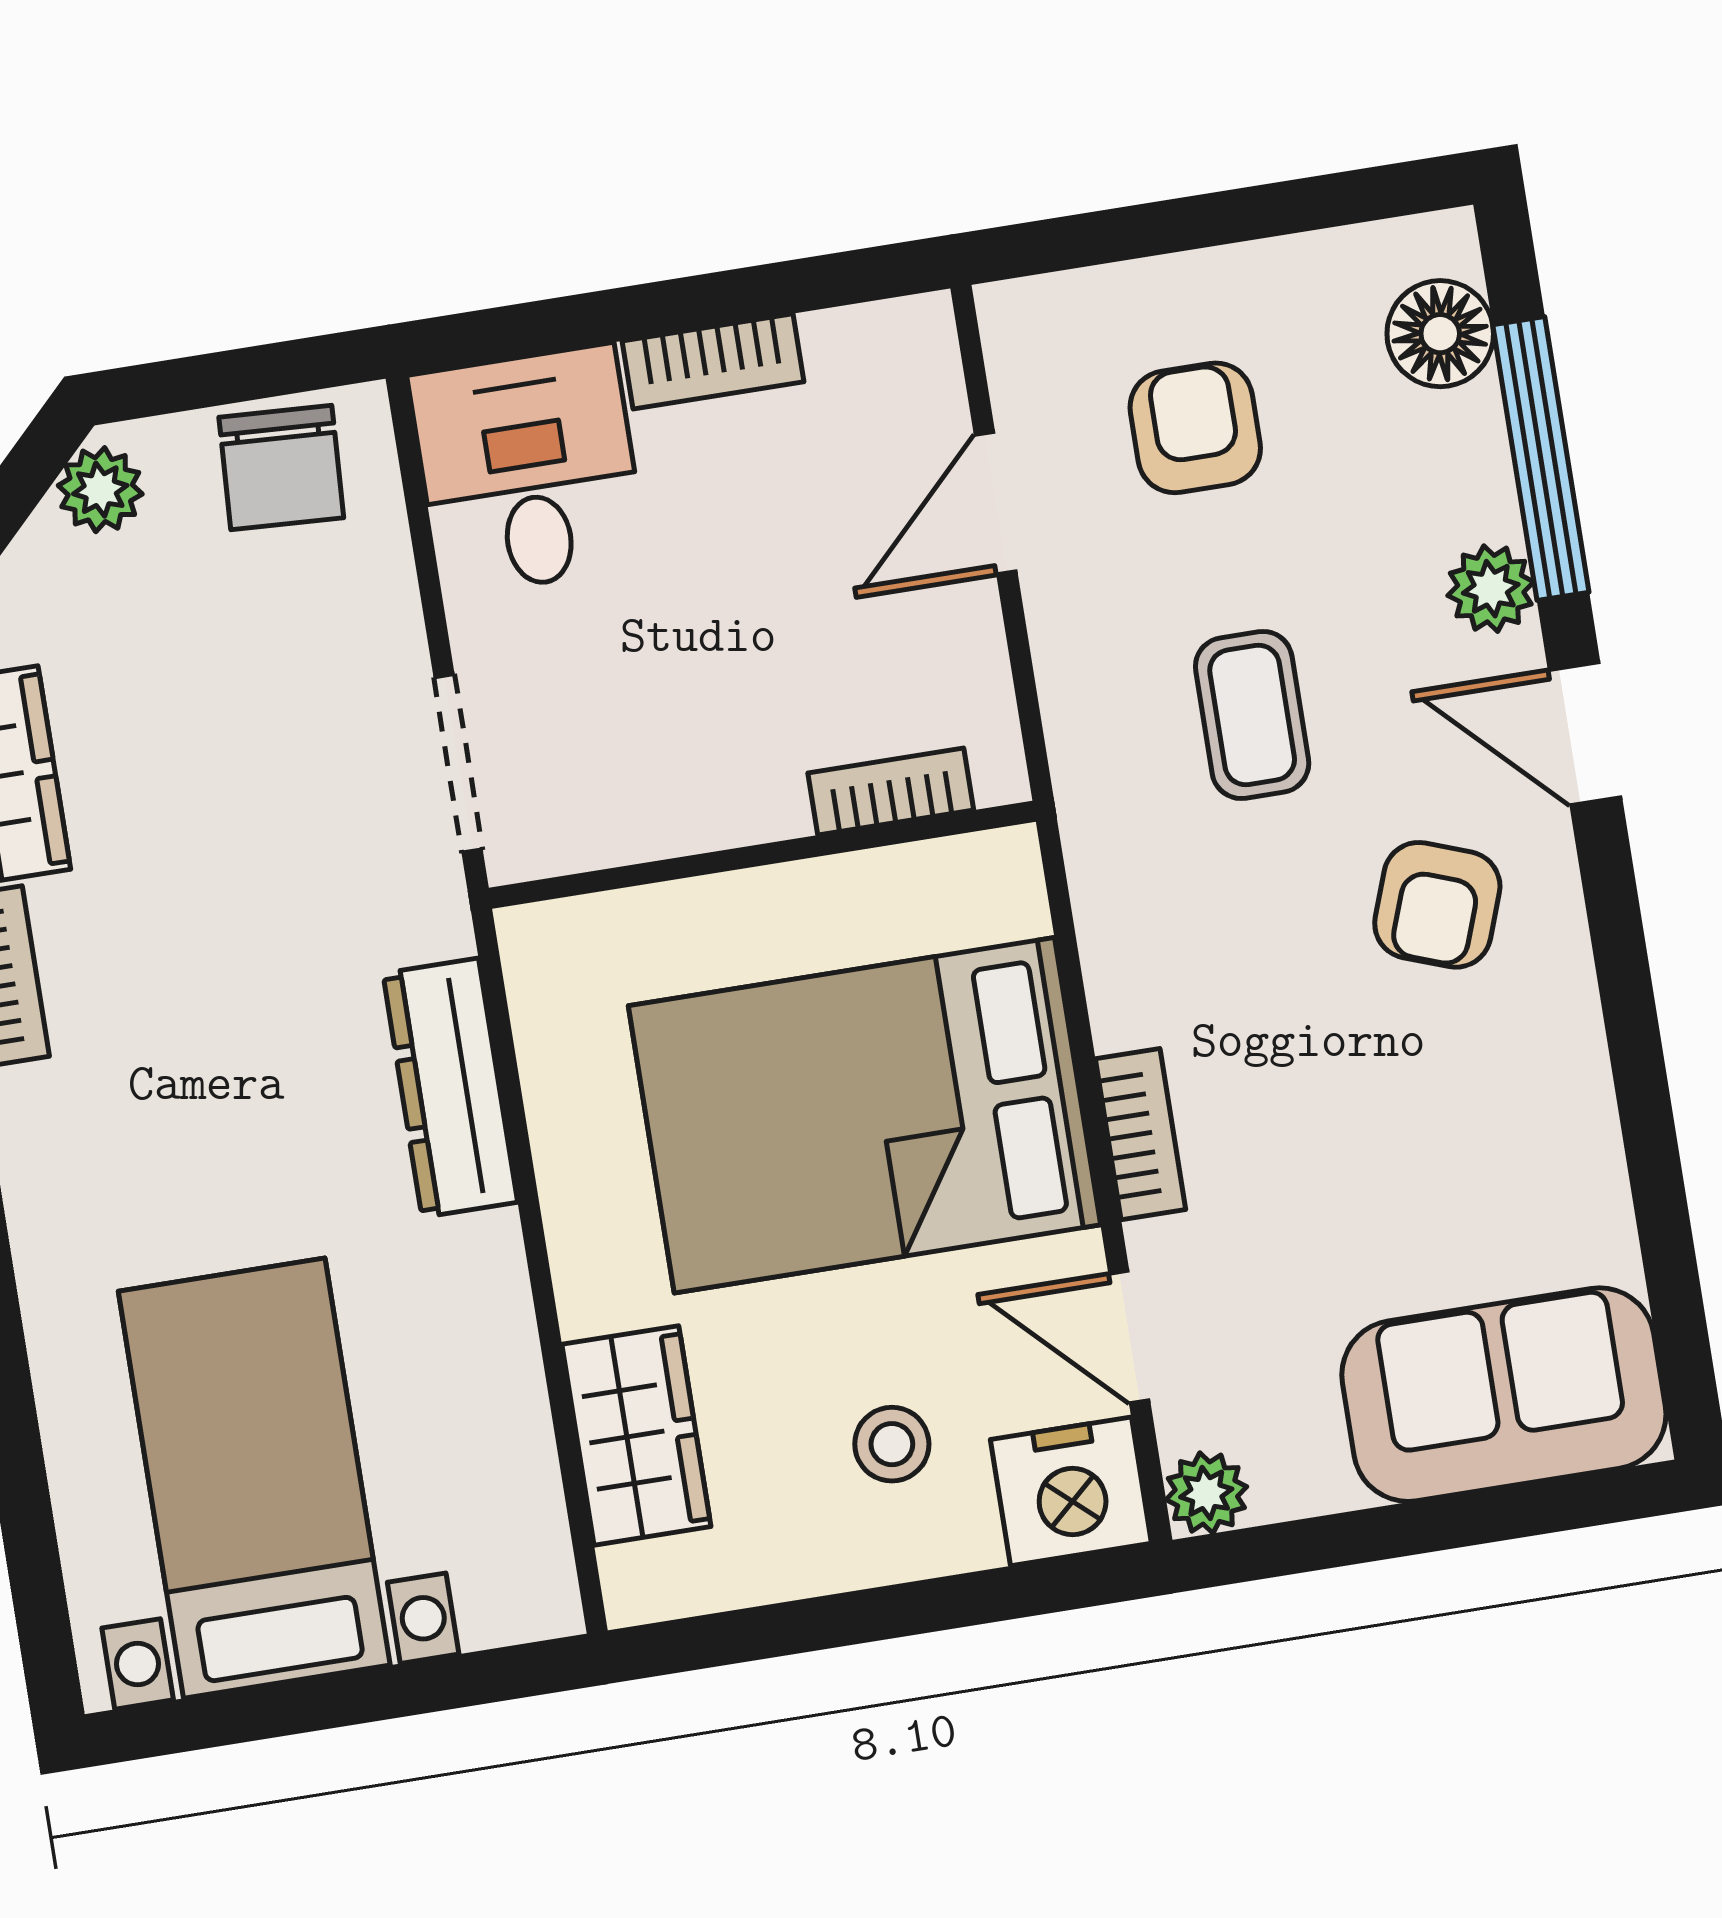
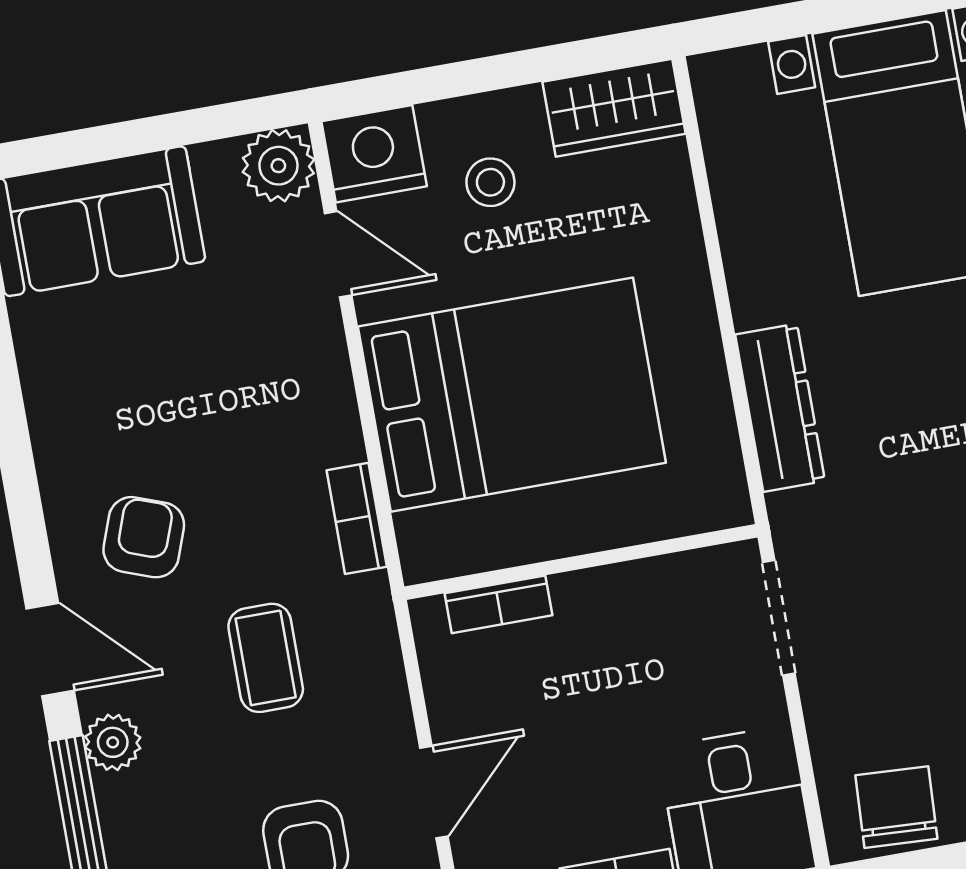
bookcase: (1140, 1134) -> (357, 518), moved
wardrobe: (636, 1435) -> (614, 108), moved, turned -90
plant: (1206, 1493) -> (278, 166), width x1.38, depth x1.38

